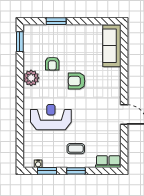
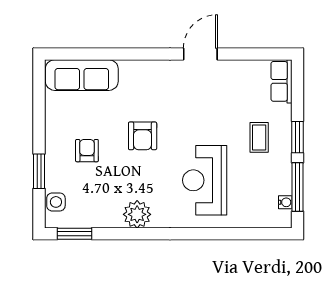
side table: (38, 31) -> (56, 202), added
armchair: (52, 64) -> (87, 151), moved, turned -90
window: (47, 171) -> (297, 187), width x1.44

